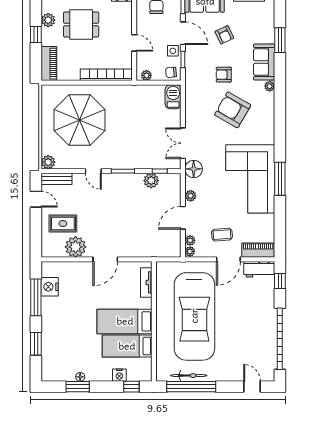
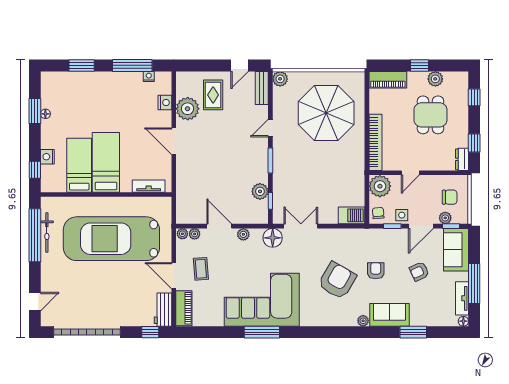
plant: (175, 11) -> (445, 218), added
plant: (146, 75) -> (380, 186), width x1.88, depth x1.88
nightstand: (70, 267) -> (165, 103), added
nightstand: (50, 287) -> (149, 76), width x0.53, depth x0.56

